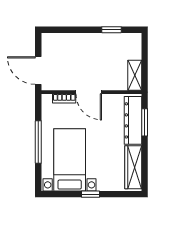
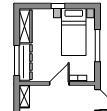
door: (89, 92) -> (59, 84), hinge flipped
window: (145, 122) -> (17, 61), width x1.44

